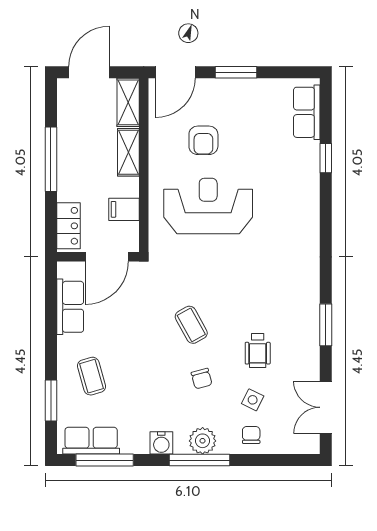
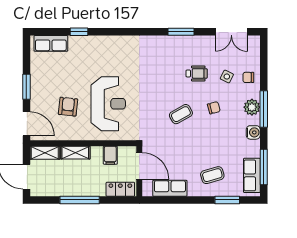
armchair: (203, 140) -> (68, 107), turned -84
reception desk: (208, 206) -> (108, 104), turned 180

